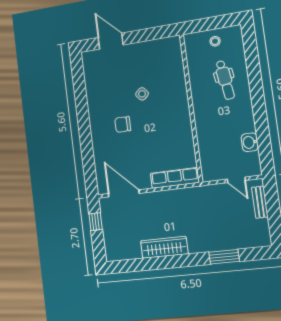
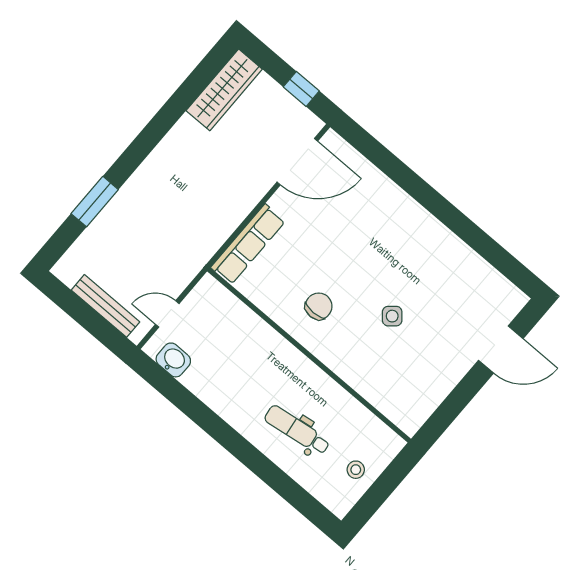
chair: (123, 124) -> (319, 306), moved
washbasin: (250, 142) -> (173, 360), moved
bench: (260, 202) -> (106, 306), width x1.36
wardrobe: (164, 247) -> (224, 90), moved

